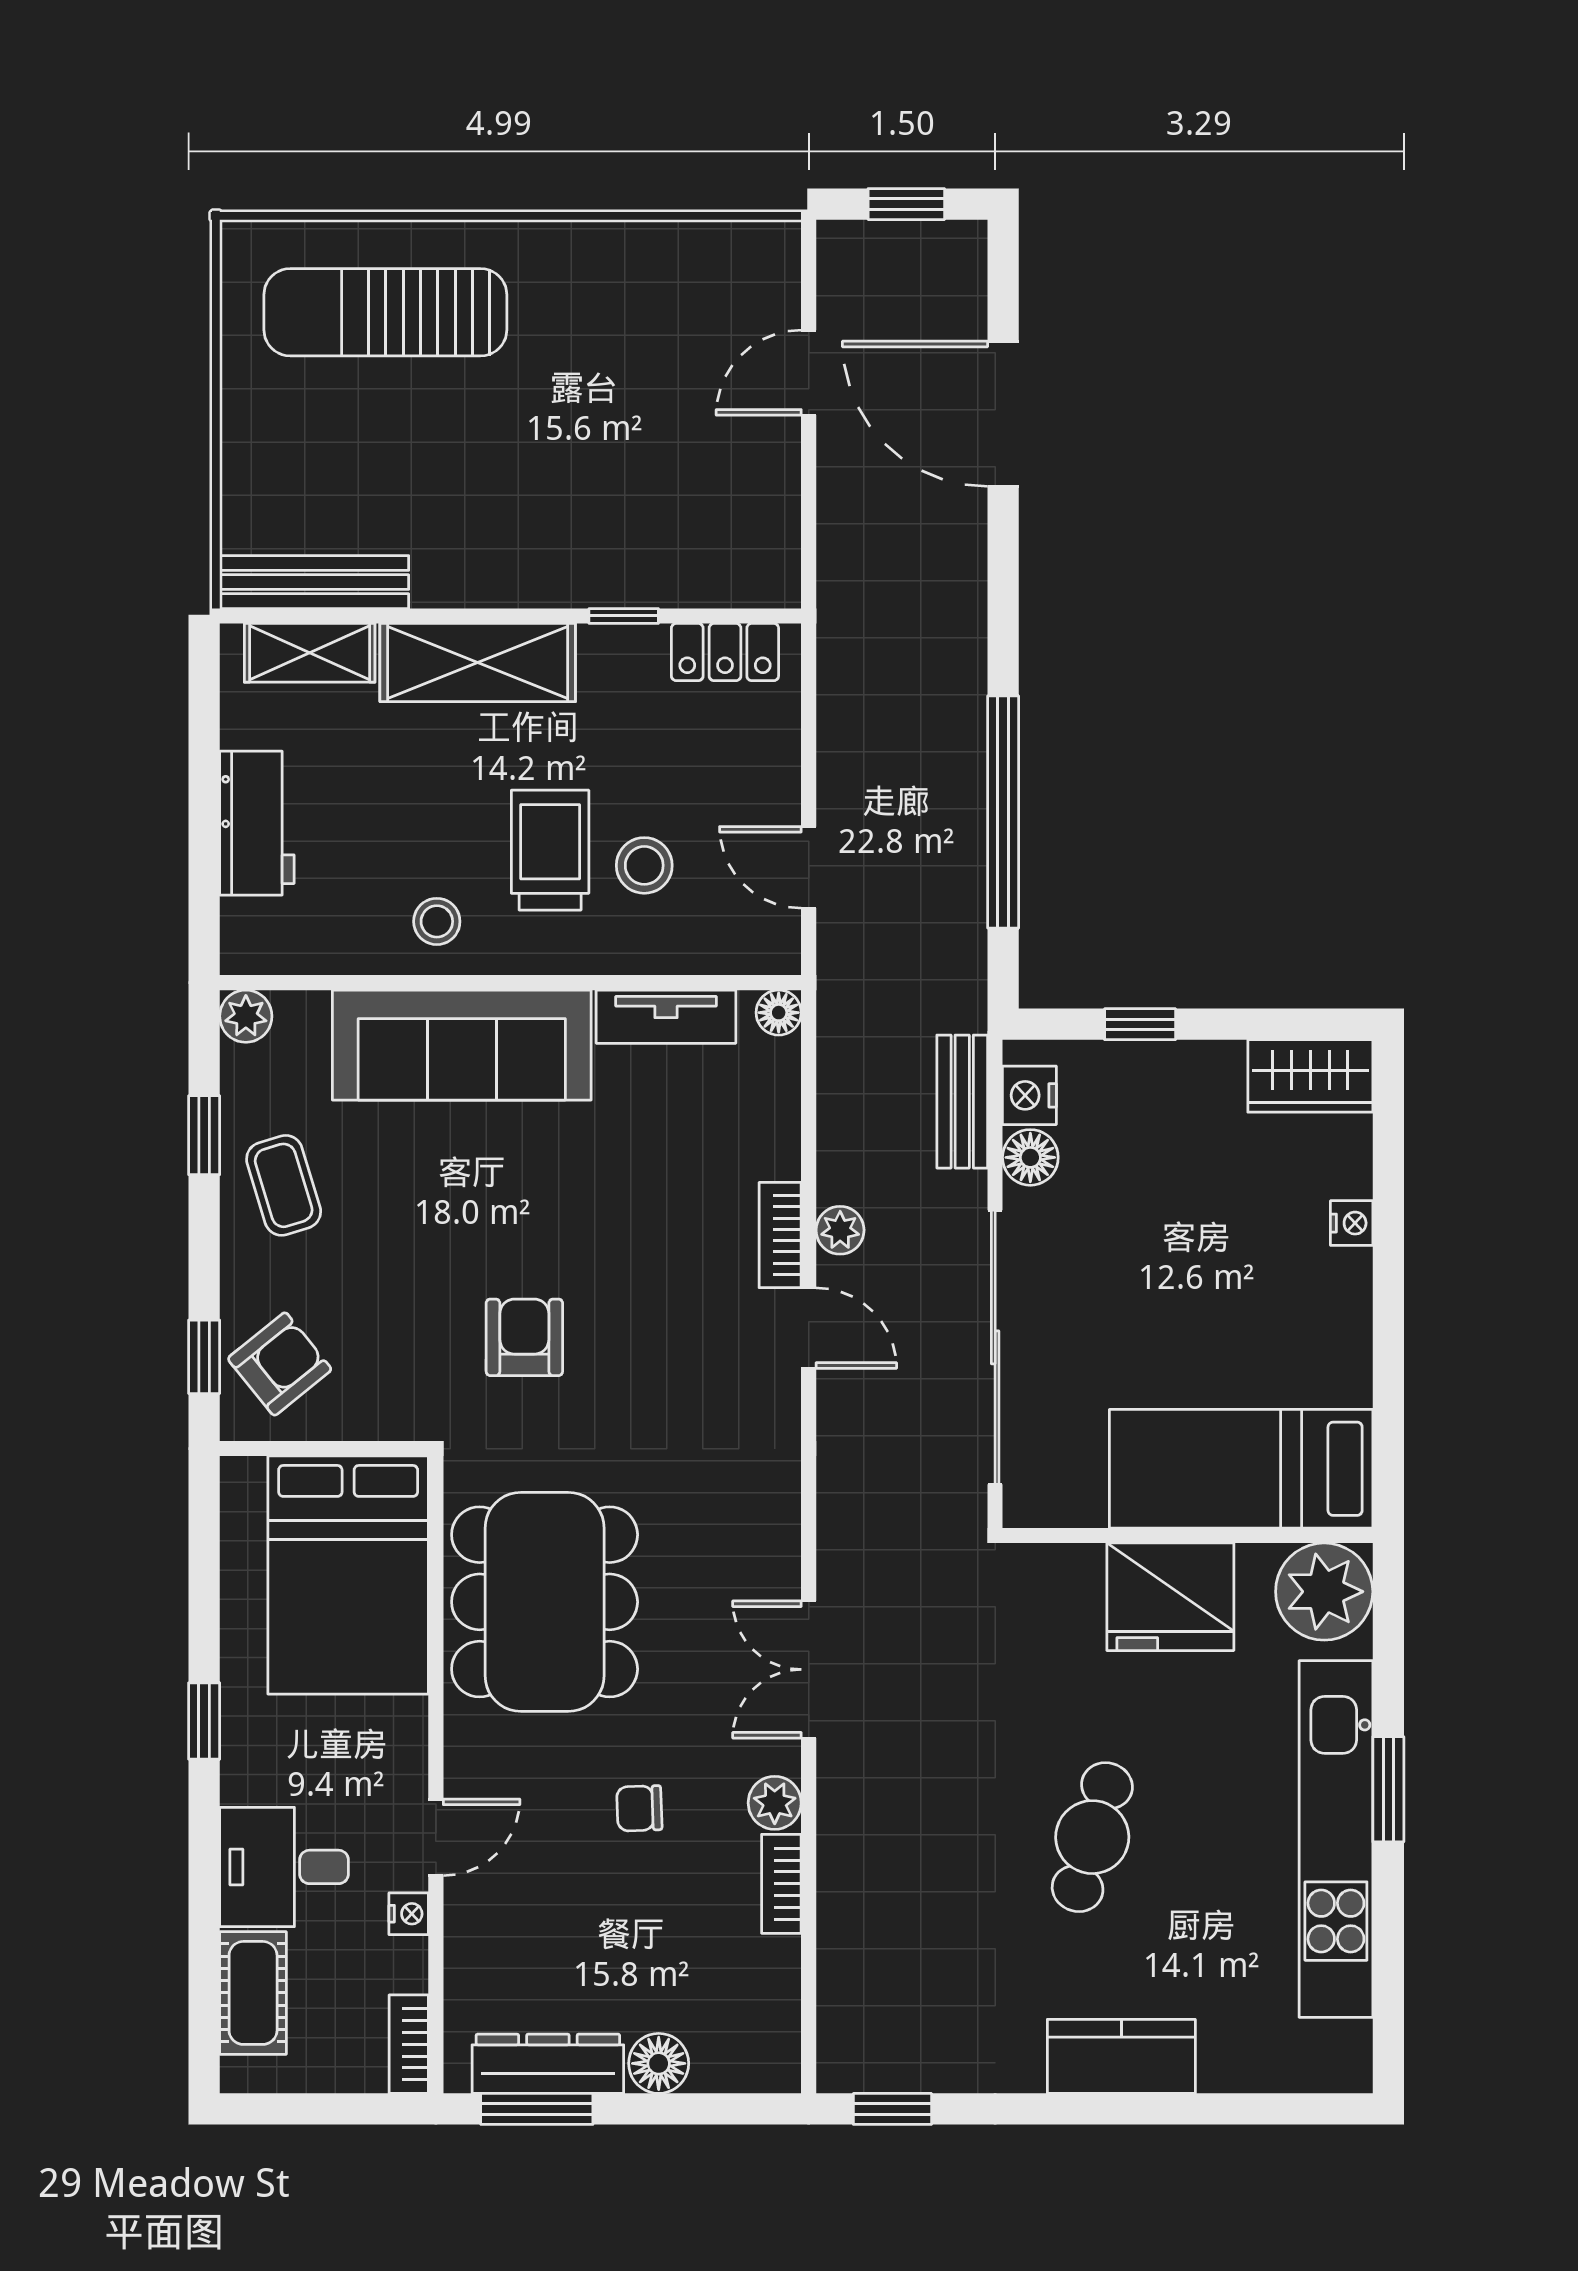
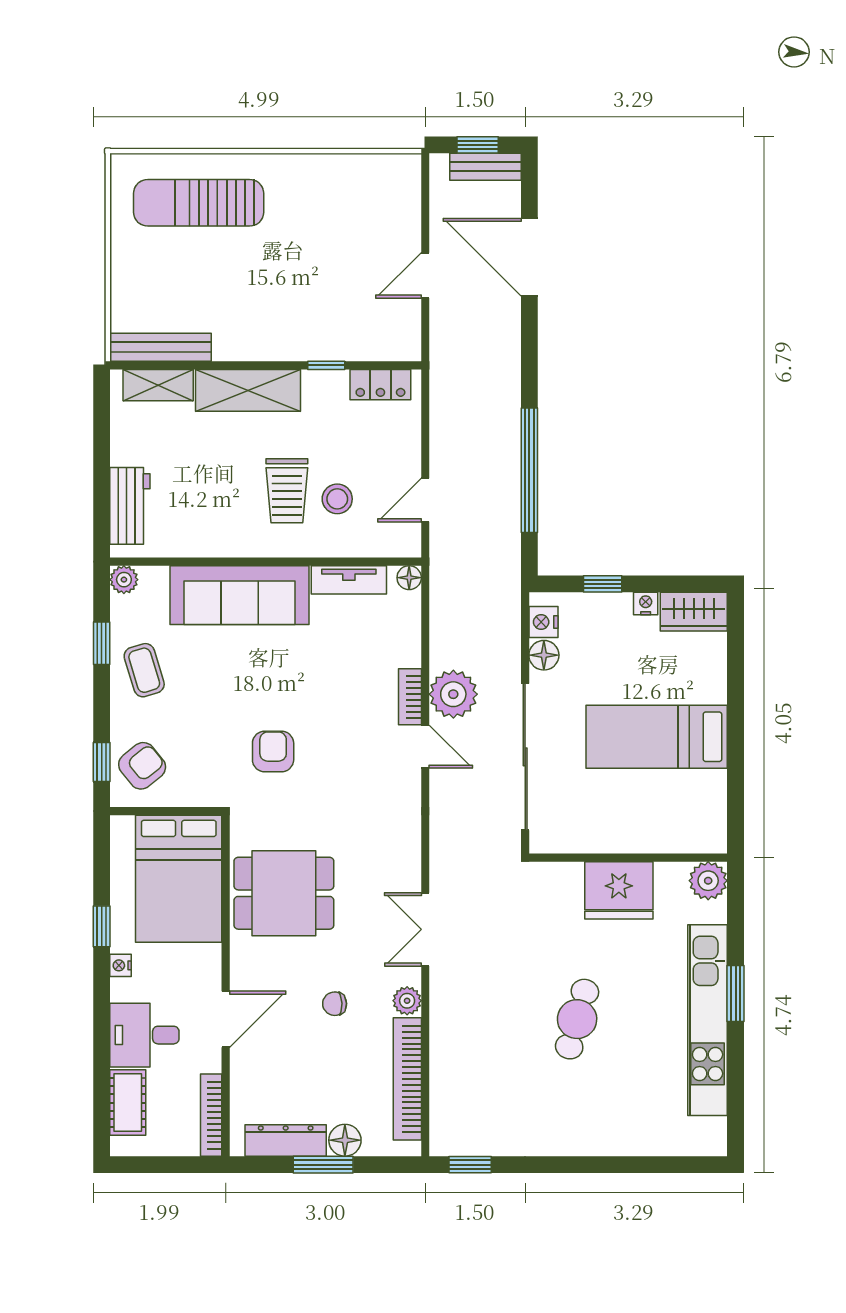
door: (809, 373) -> (425, 275), moved
workbench: (257, 823) -> (130, 506), moved
trolley: (550, 850) -> (287, 491), turned 180
door: (809, 867) -> (425, 500), hinge flipped
stool: (437, 921) -> (226, 529), removed
bench: (962, 1102) -> (485, 167), moved, turned 90
nightstand: (1352, 1223) -> (646, 604), moved, turned -90
plant: (840, 1230) -> (453, 694), width x1.88, depth x1.88
bed: (1241, 1469) -> (657, 737), moved
plant: (1324, 1592) -> (708, 881), width x0.73, depth x0.73
dining table: (545, 1602) -> (284, 893), width x0.73
window: (204, 1721) -> (102, 926), moved
door: (436, 1837) -> (226, 1019), width x1.37
bookcase: (781, 1884) -> (407, 1079), width x2.31, depth x1.31
nightstand: (409, 1914) -> (121, 965), moved, turned 180
bookcase: (409, 2044) -> (211, 1115), width x1.56
kitchen counter: (1121, 2056) -> (593, 1136), removed
window: (537, 2109) -> (323, 1165), moved

